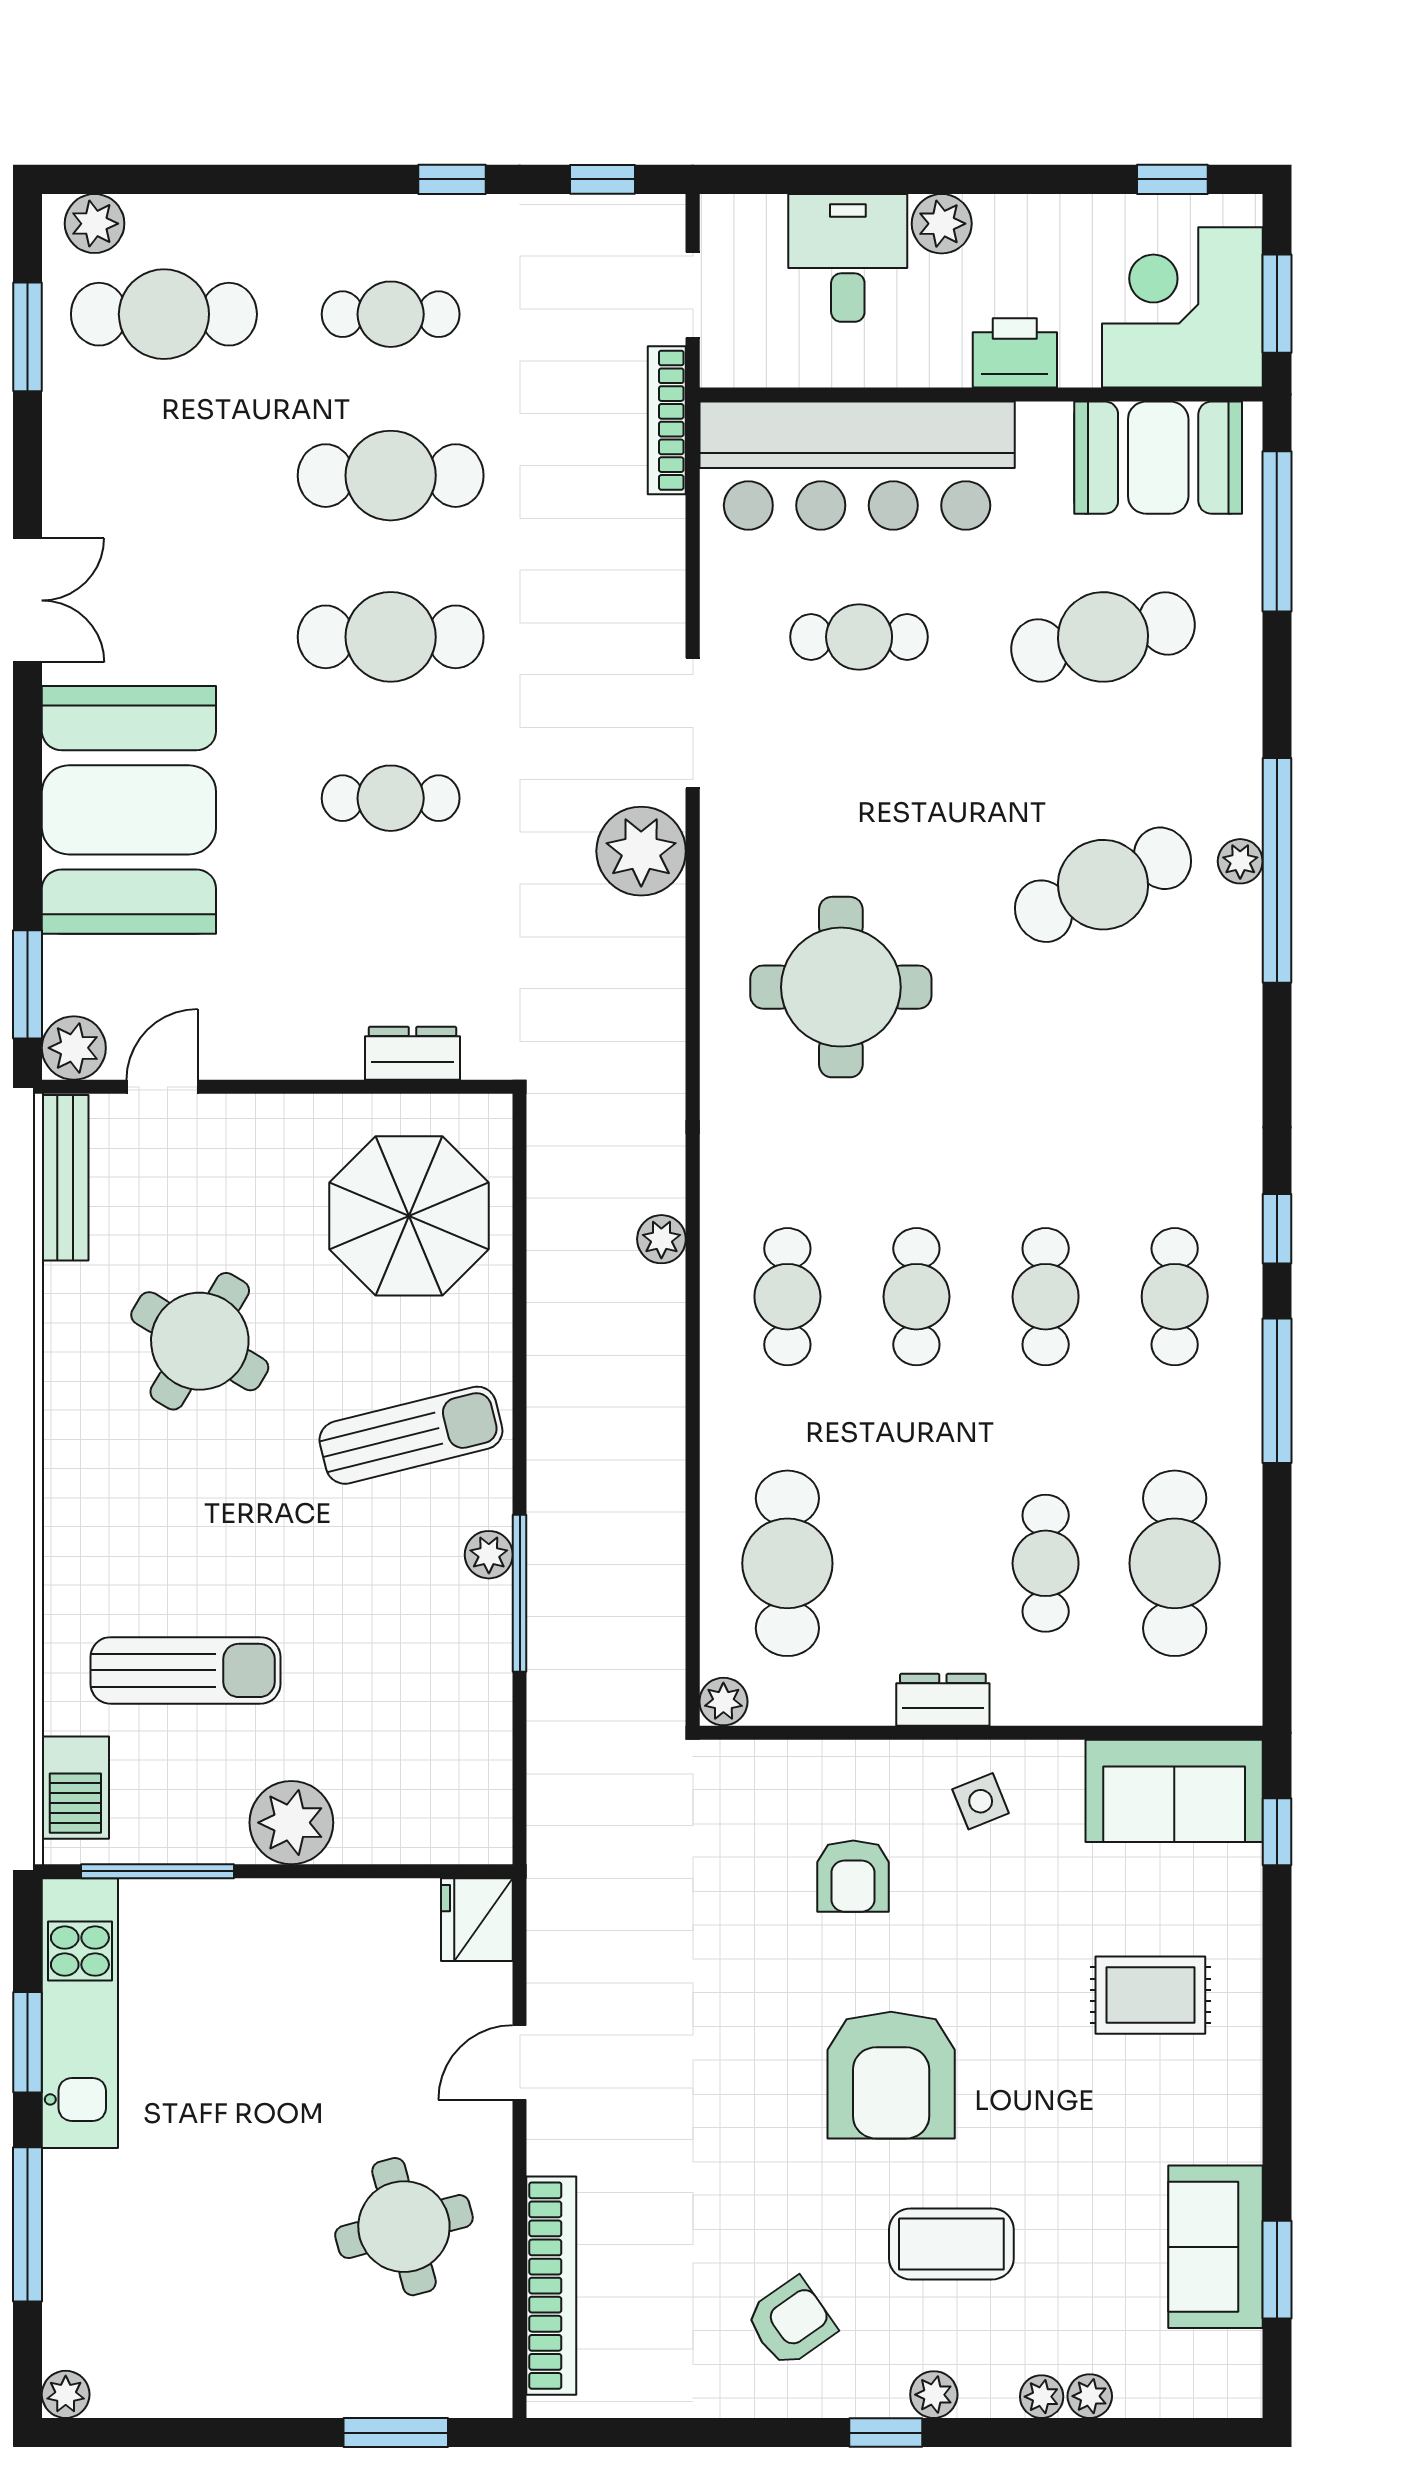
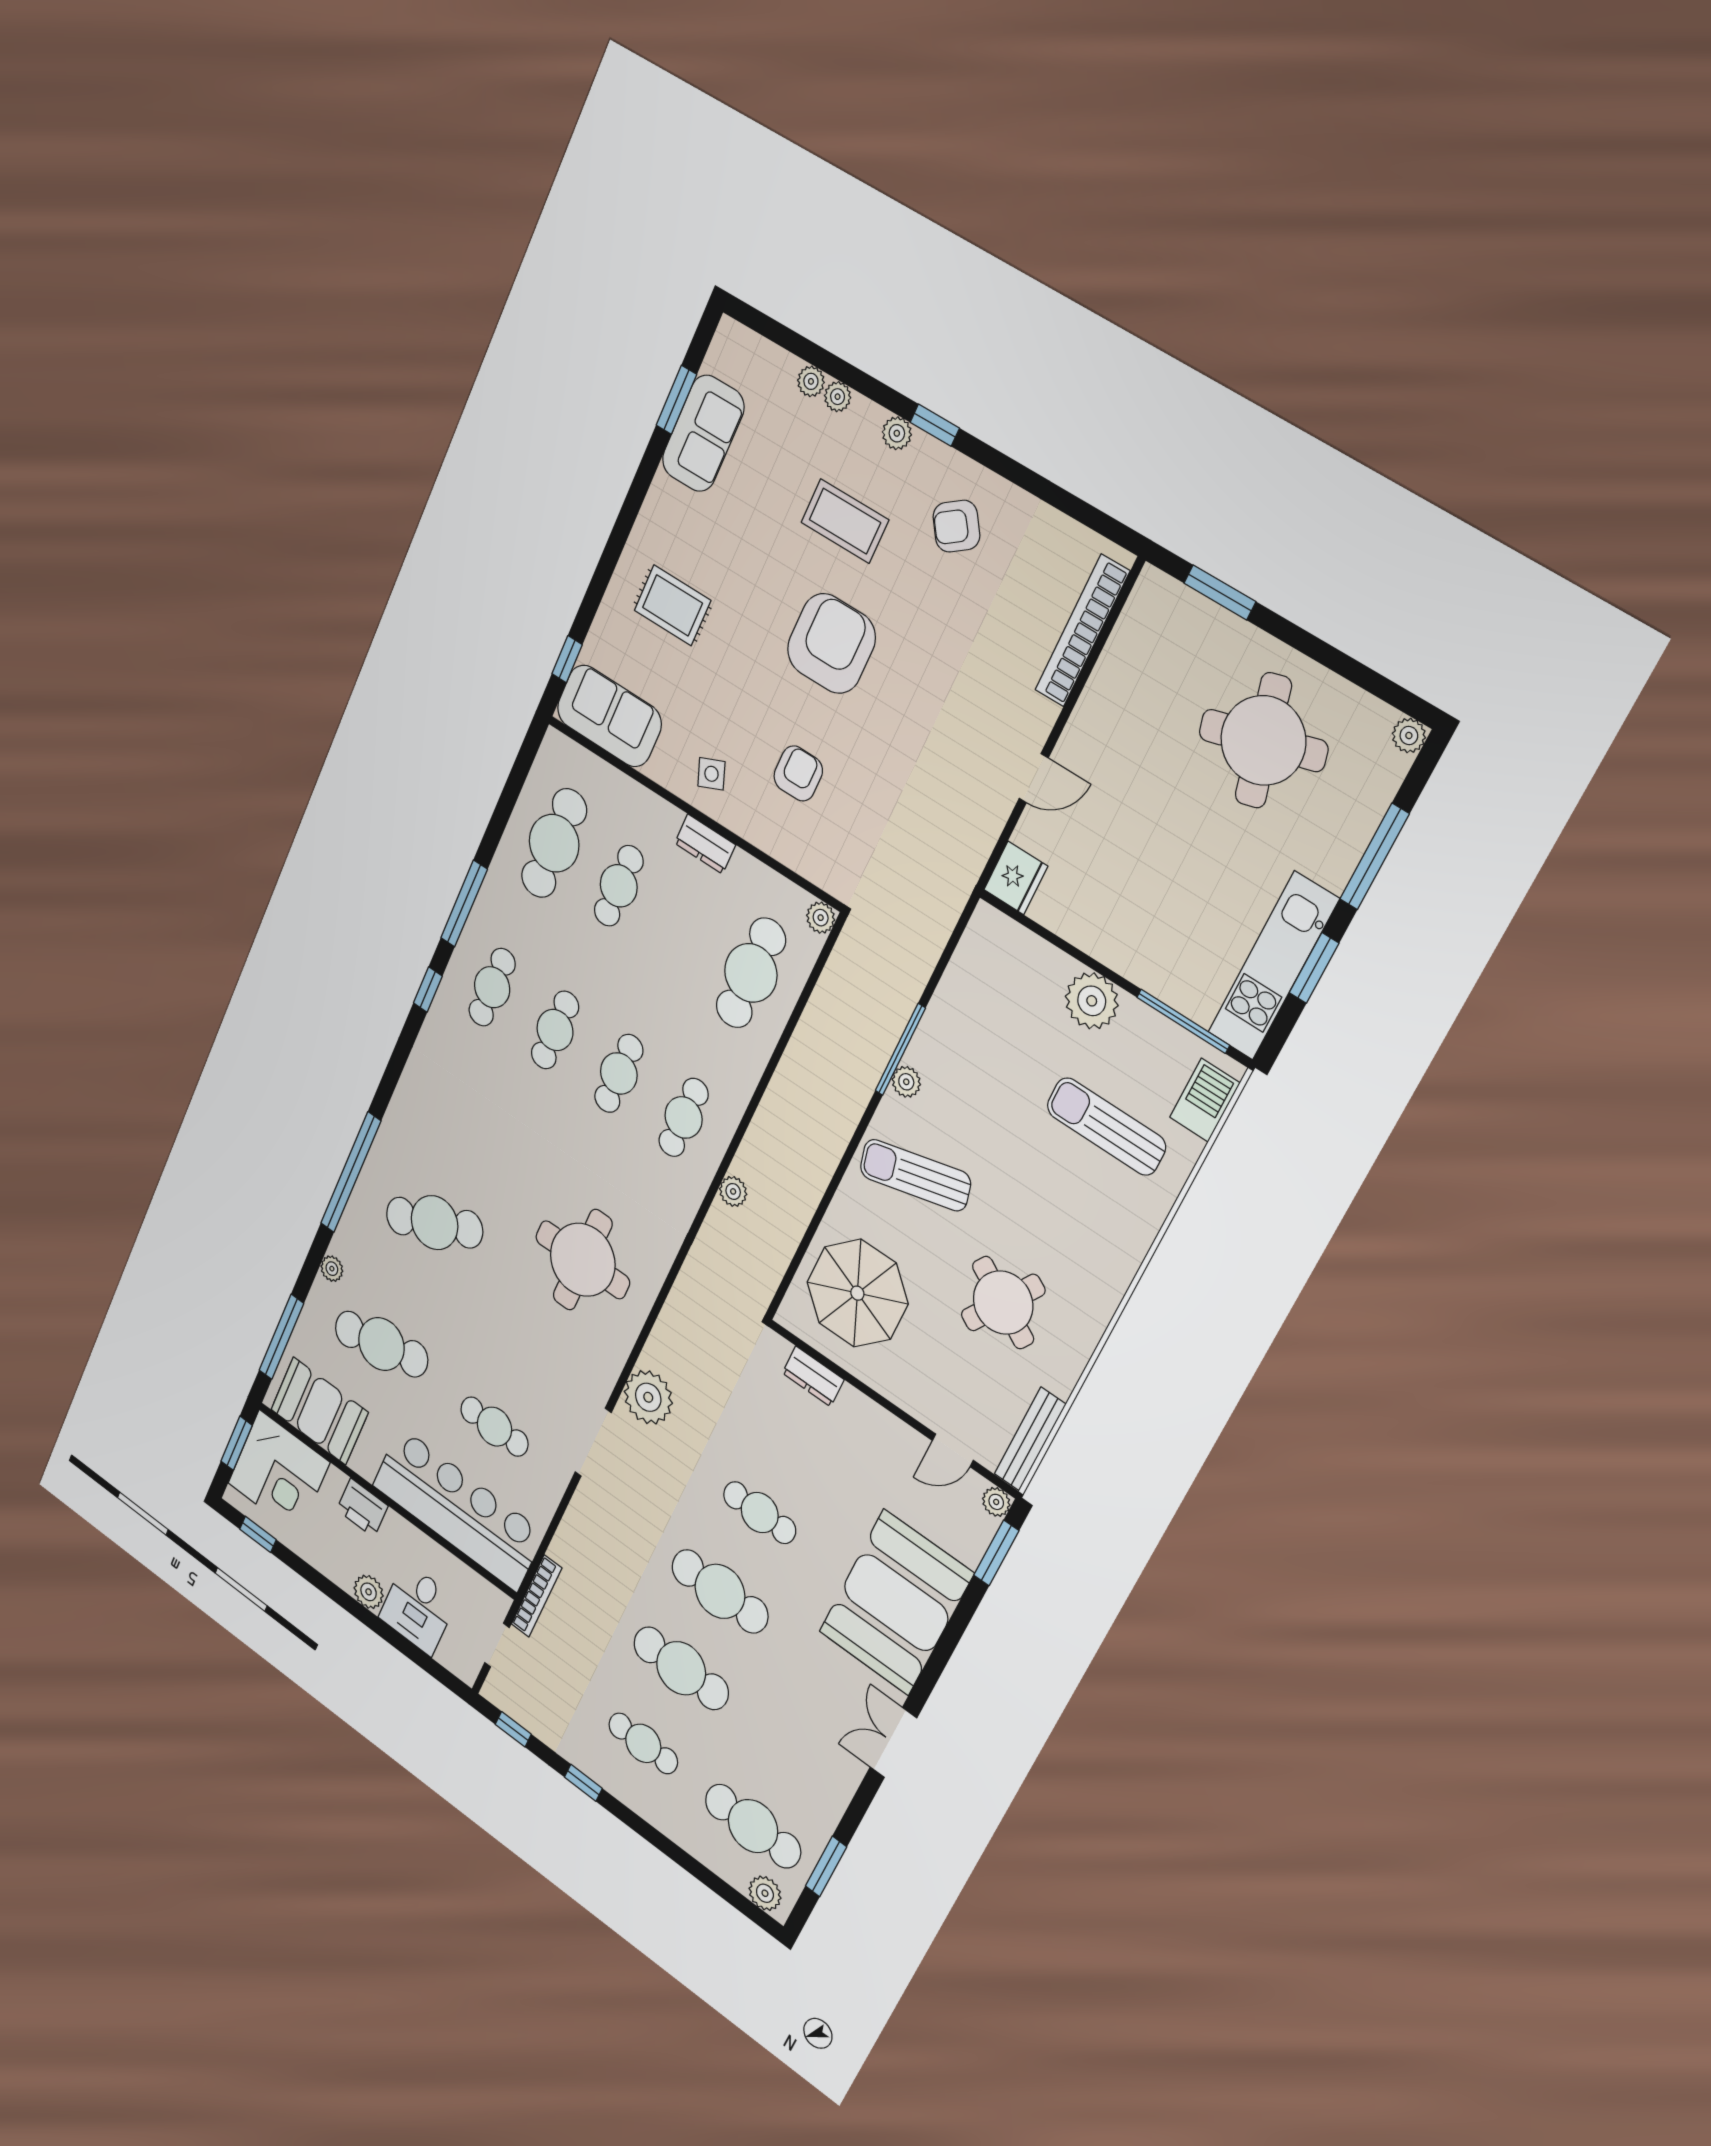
plant: (1240, 861) -> (332, 1269), moved
plant: (74, 1048) -> (996, 1502), width x0.73, depth x0.73
round table: (404, 2227) -> (1263, 740), moved, width x1.36, depth x1.36

